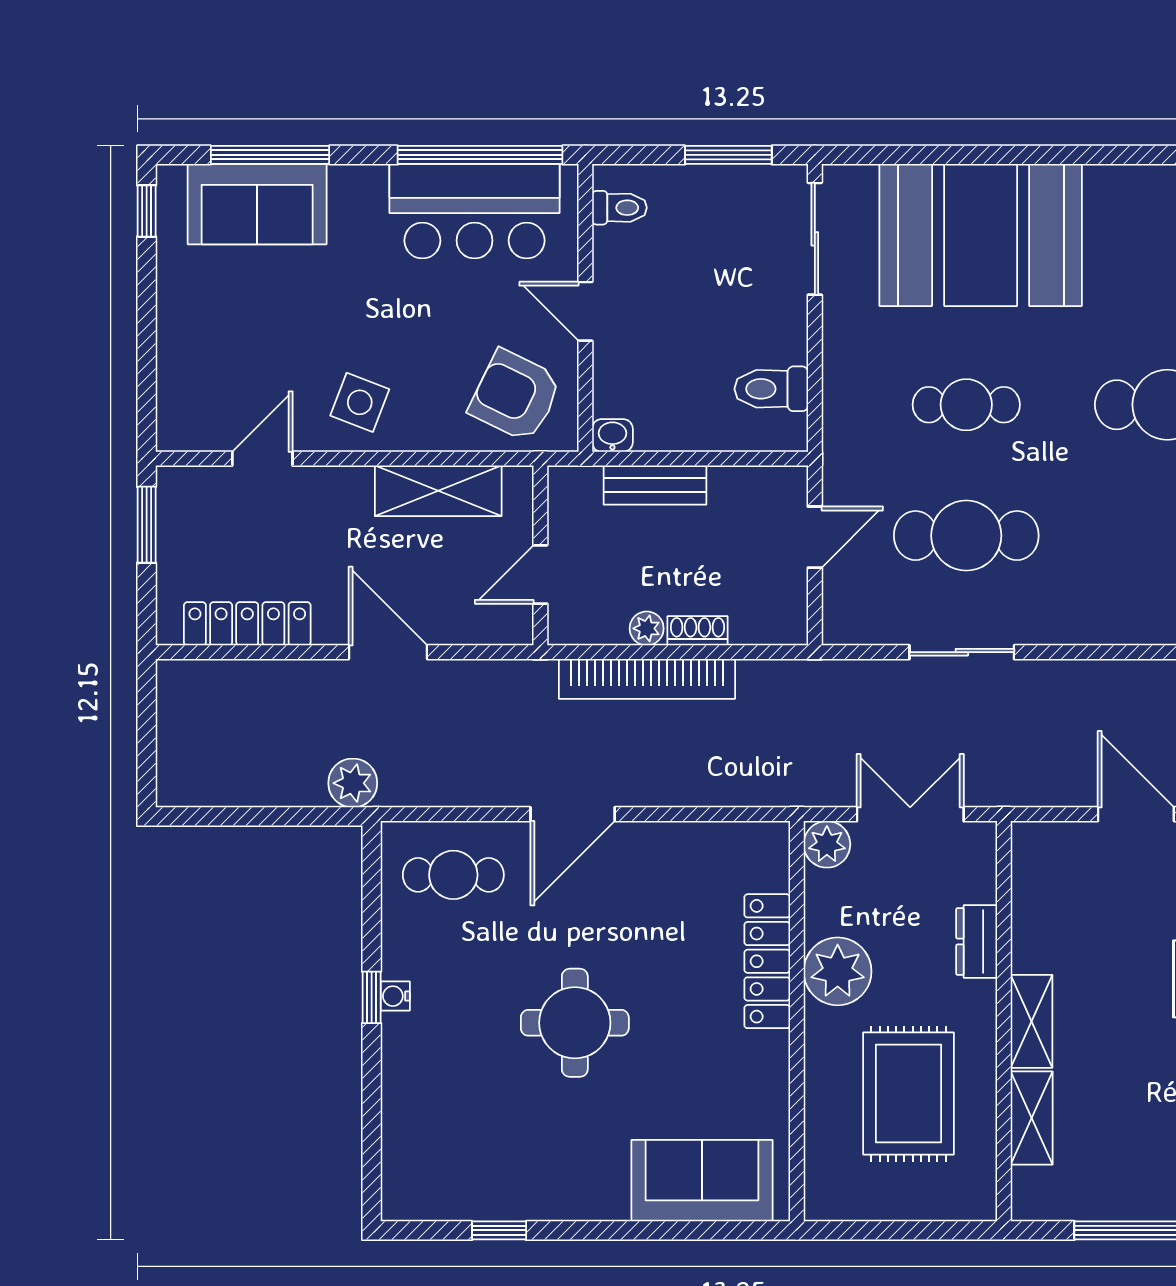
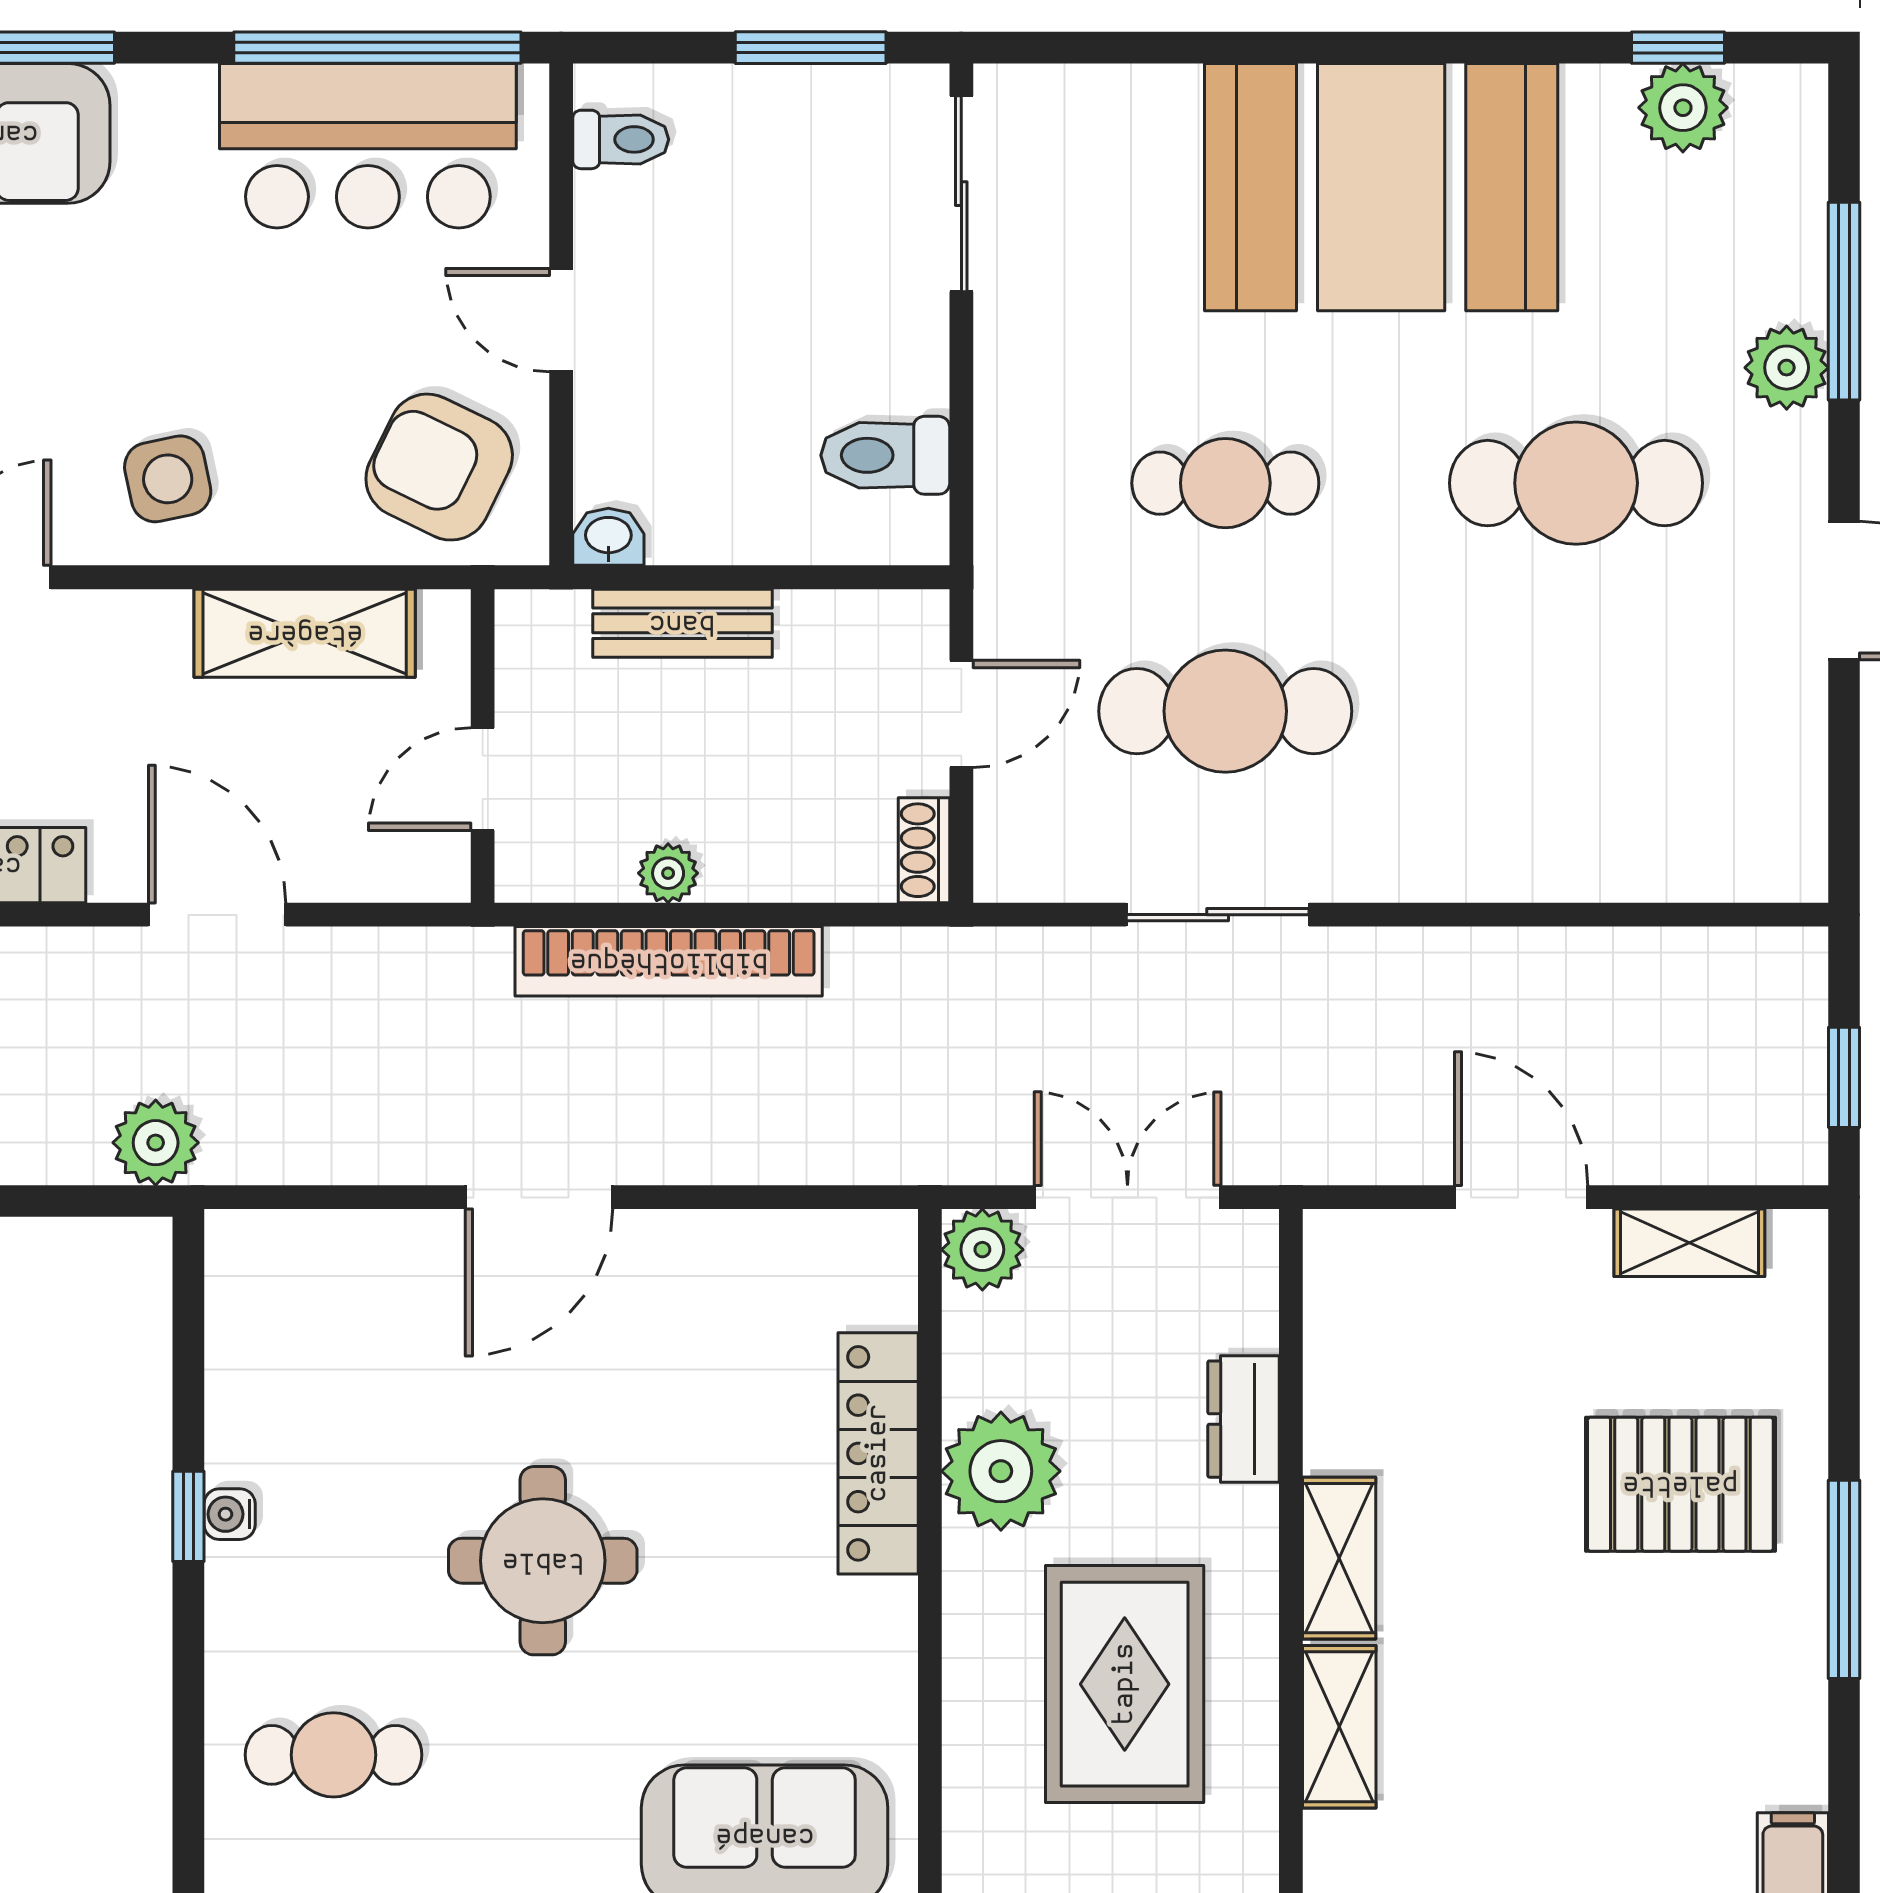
booth: (981, 235) -> (1381, 187), moved
side table: (360, 402) -> (168, 479), turned -33
shoe rack: (697, 631) -> (924, 850), moved, turned -90
cafe table: (453, 875) -> (334, 1755), moved

